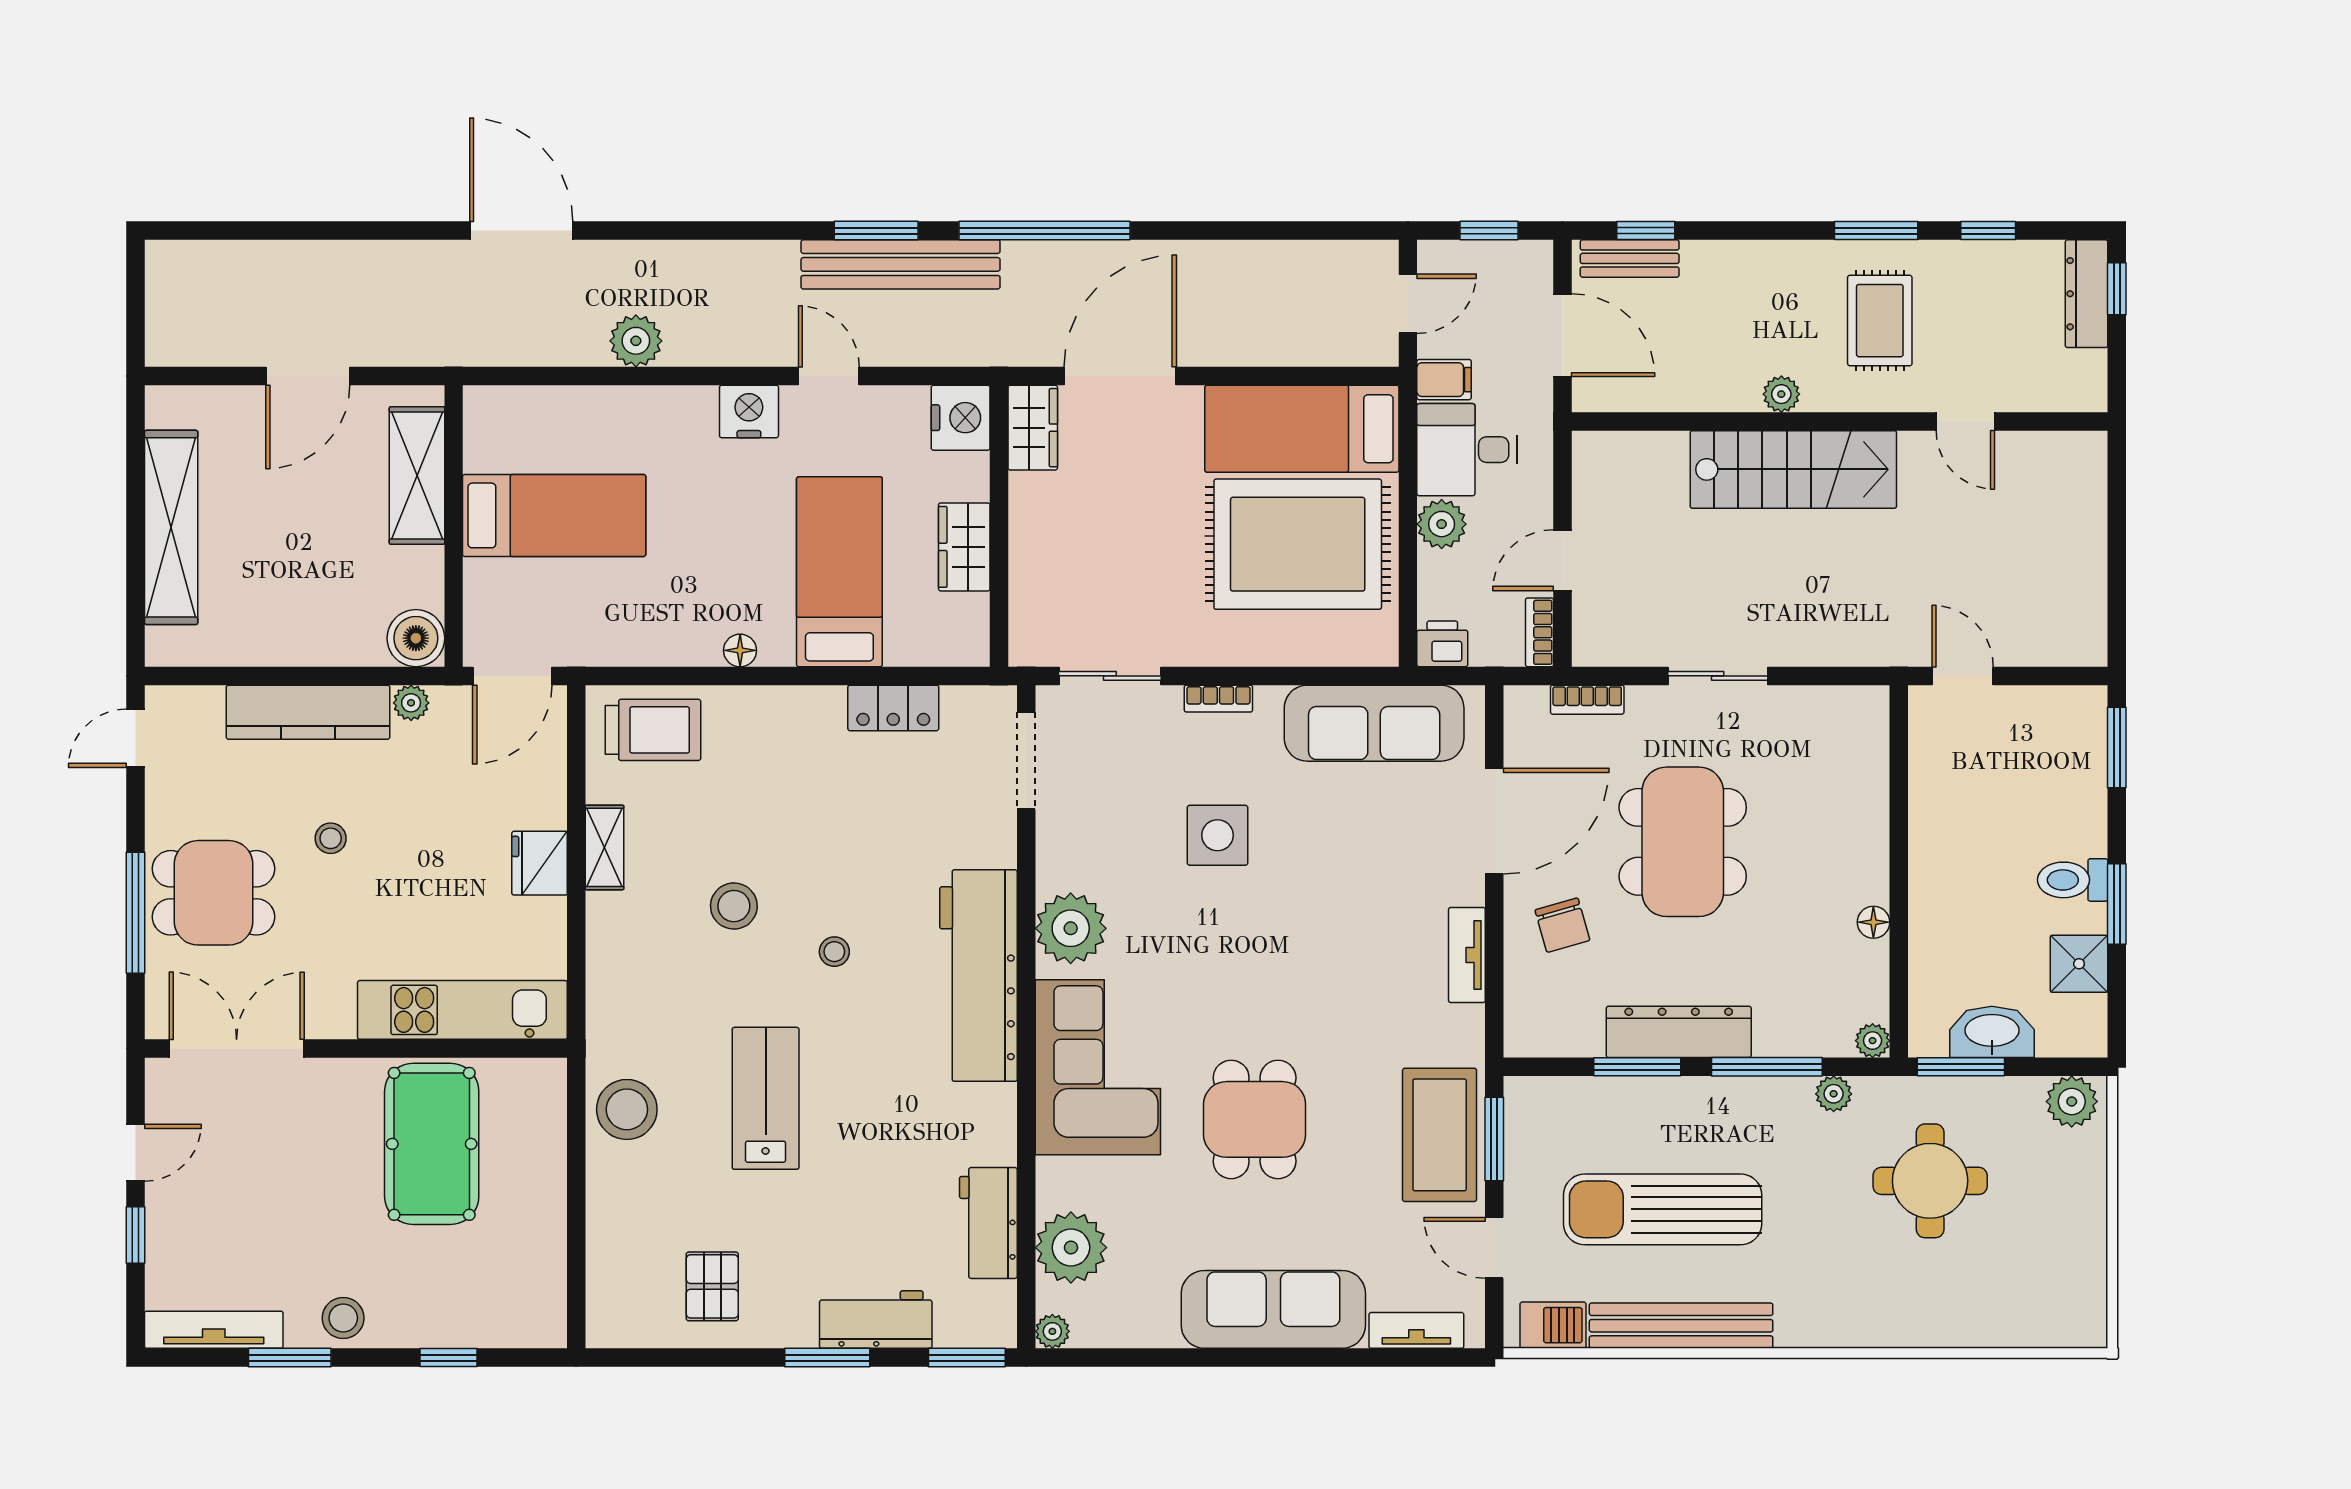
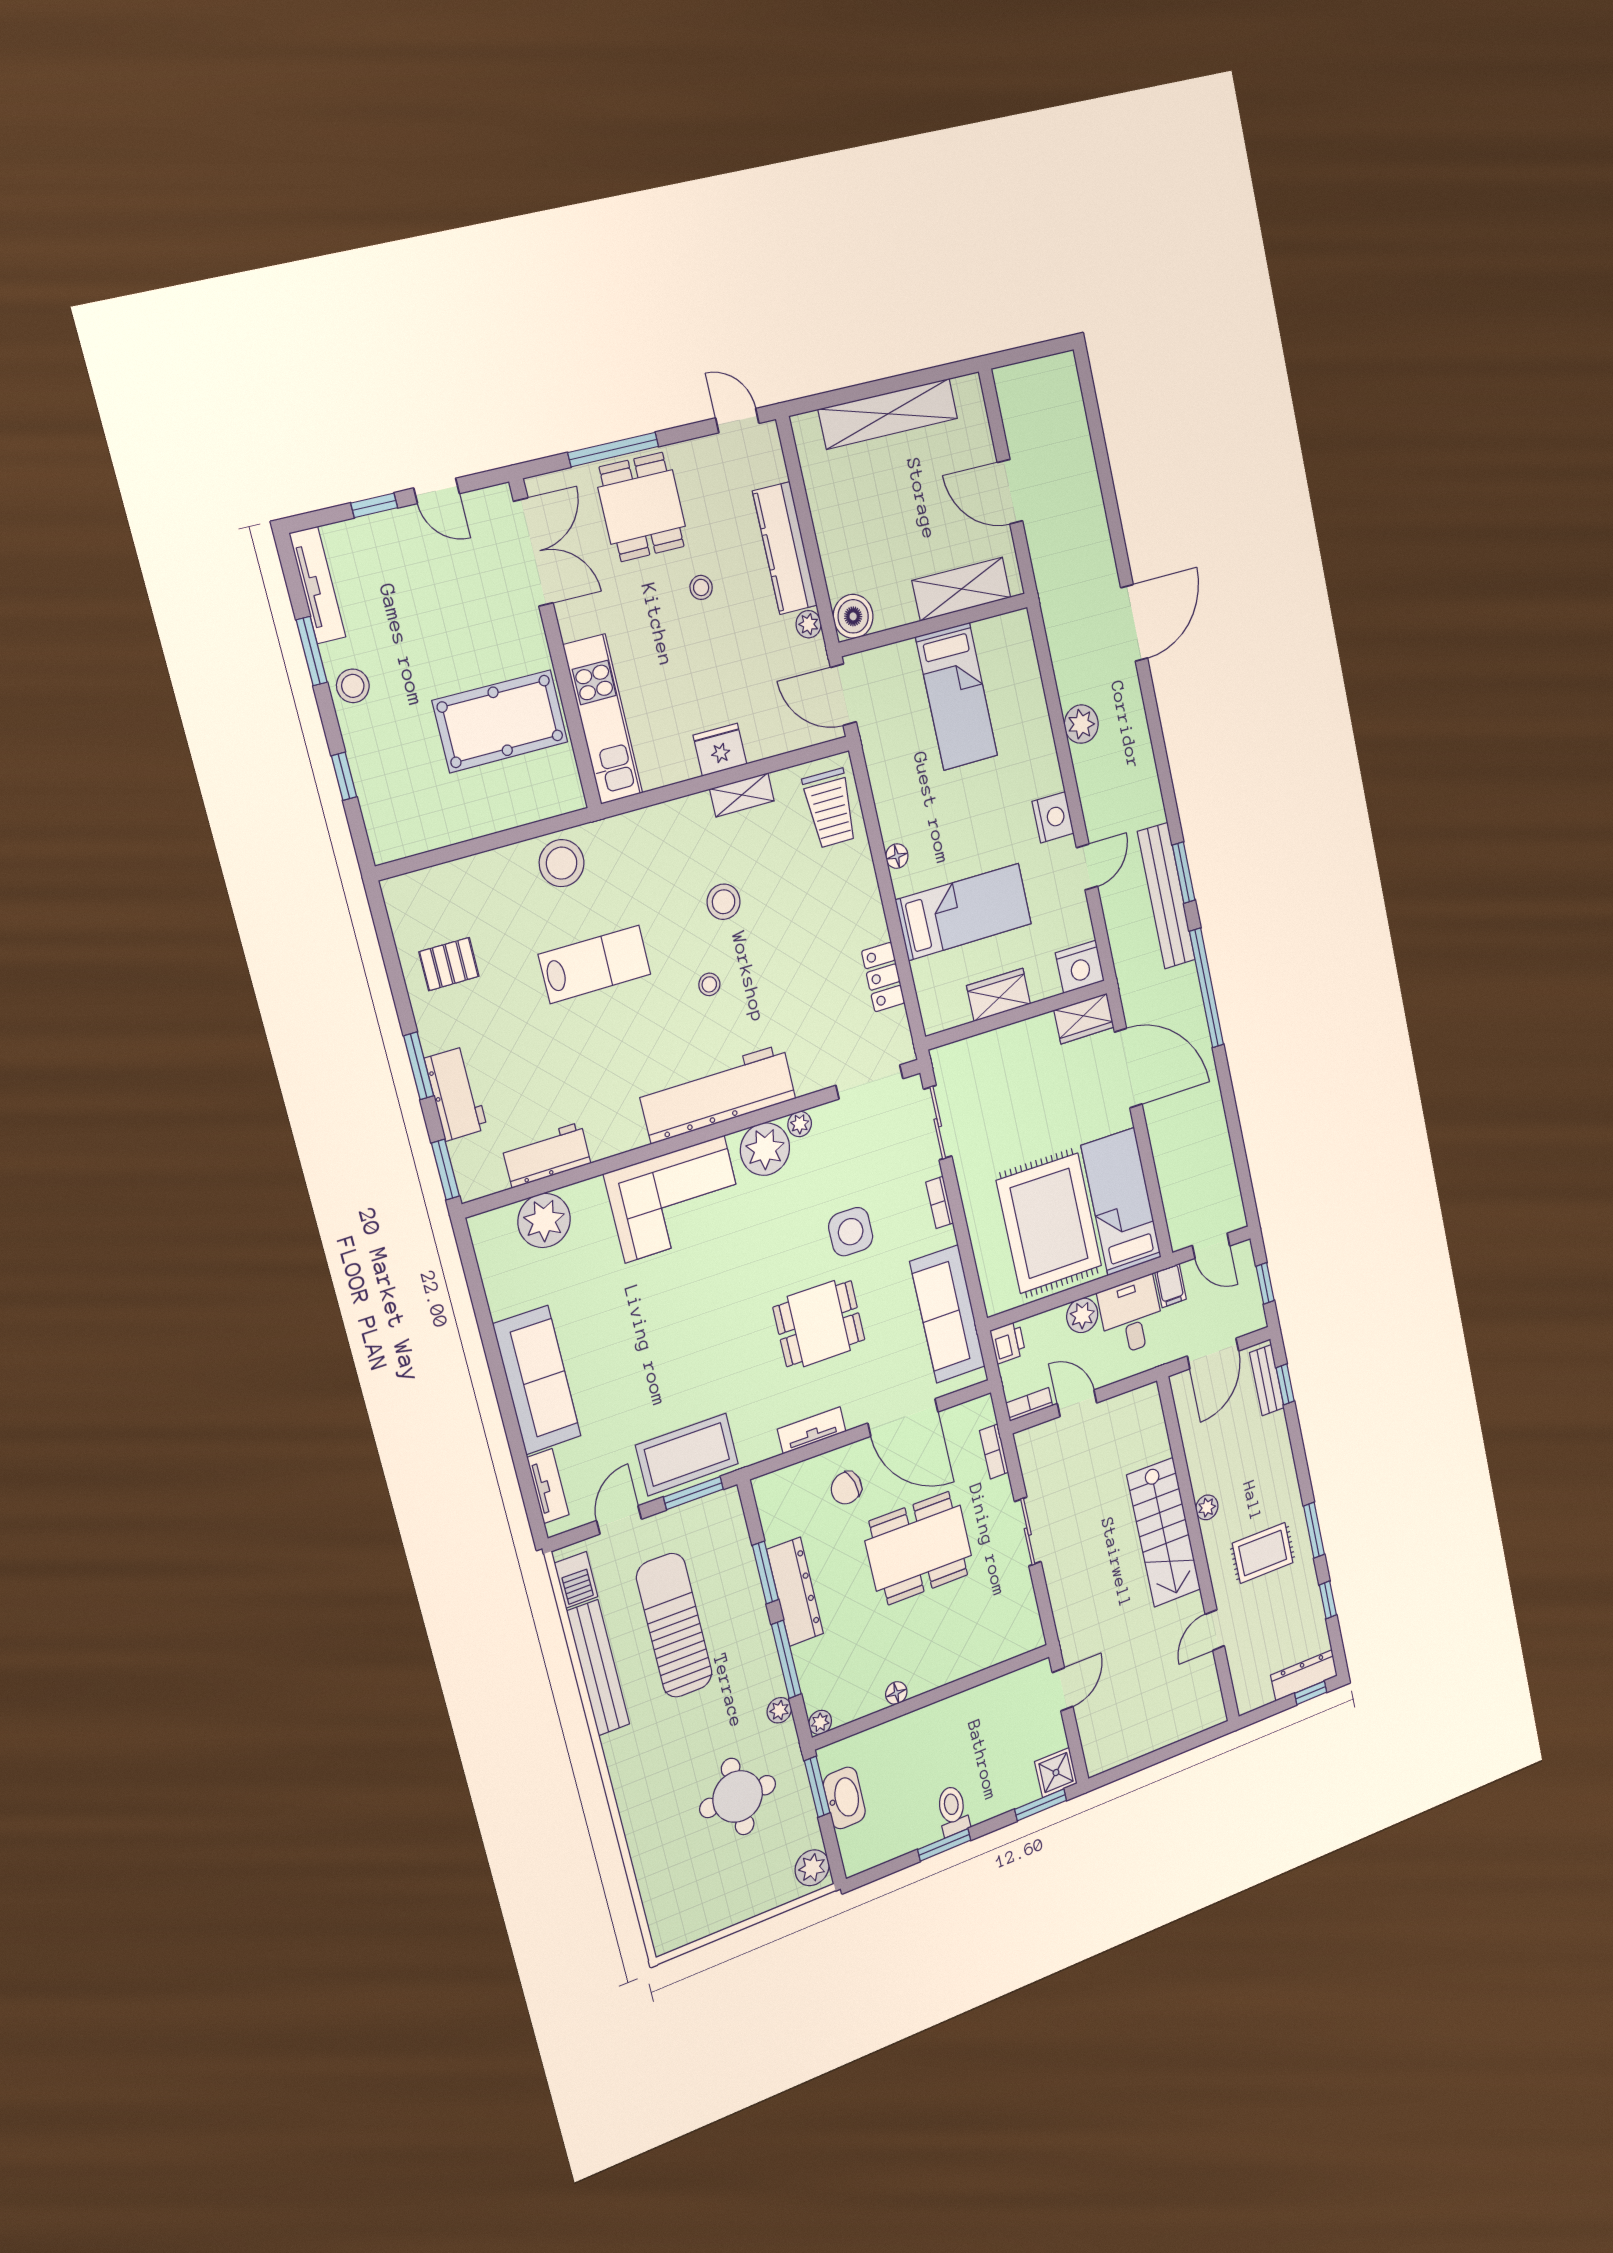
shower: (2079, 964) -> (1056, 1773), moved
dining table: (1255, 1119) -> (819, 1324), moved
plant: (1052, 1331) -> (800, 1124), moved

